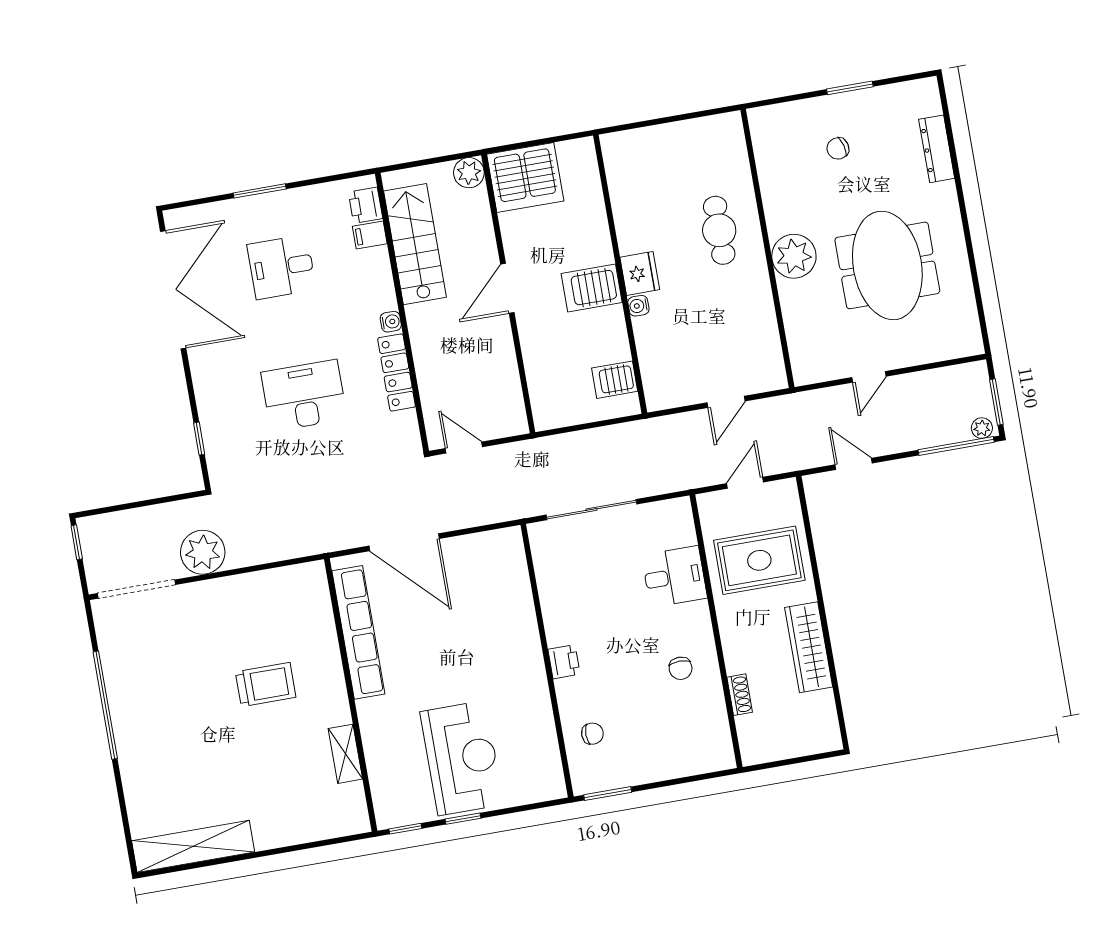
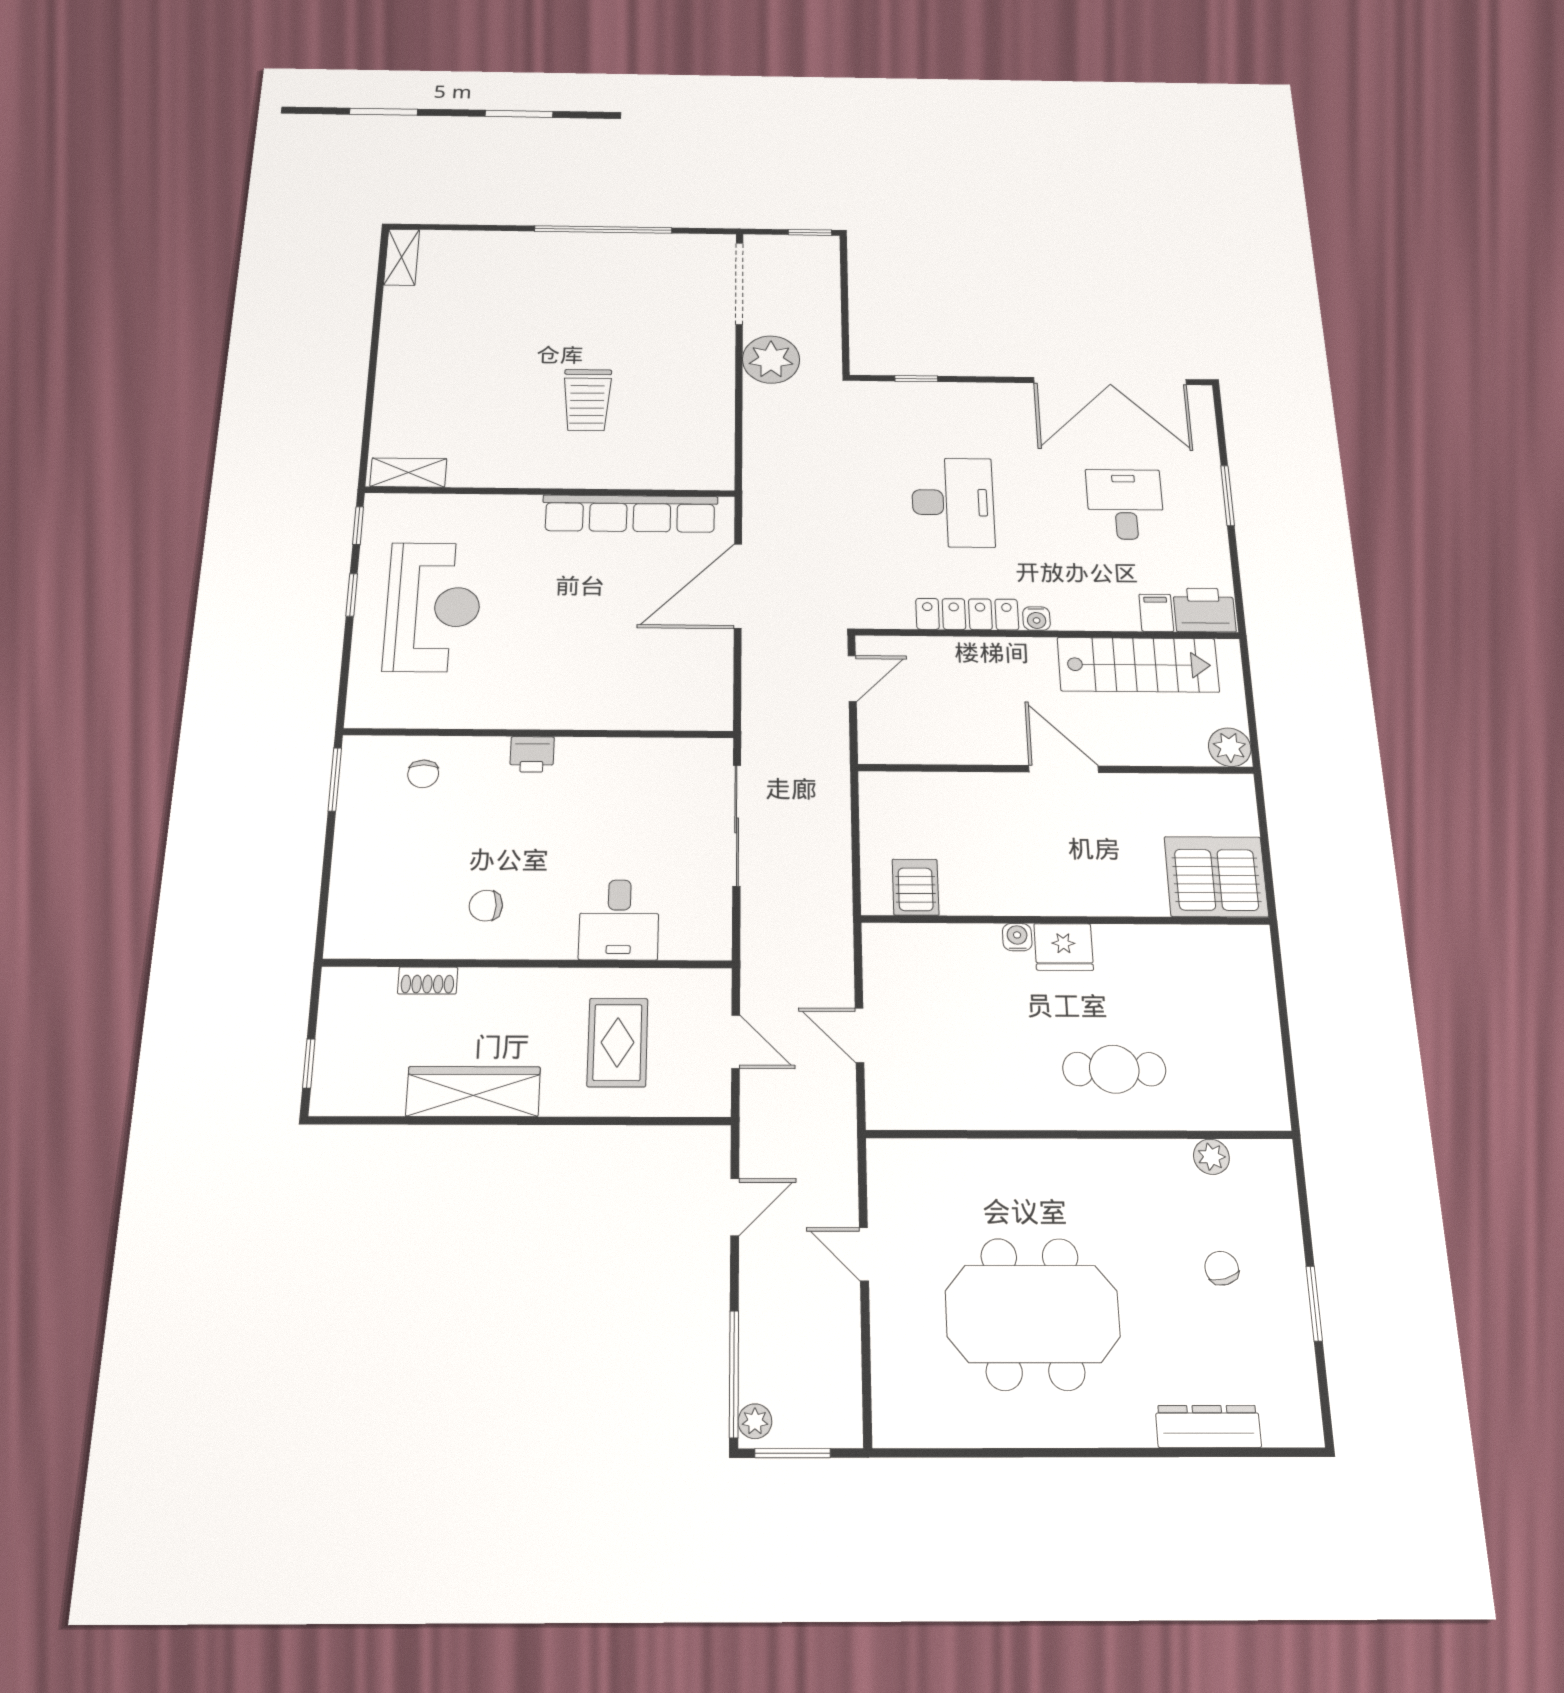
server rack: (525, 178) -> (1216, 877), moved, turned 90
printer: (365, 205) -> (1204, 610), width x1.36, depth x1.24
plant: (794, 256) -> (1211, 1157), moved, width x0.53, depth x0.53
server rack: (592, 288) -> (1051, 879), removed
rug: (759, 560) -> (617, 1042), width x0.73, depth x0.70
shelving: (345, 754) -> (408, 473), moved
reception desk: (462, 758) -> (433, 607), turned -90
window: (809, 758) -> (309, 1063), added
shelving: (193, 846) -> (402, 257), width x0.45, depth x0.75

